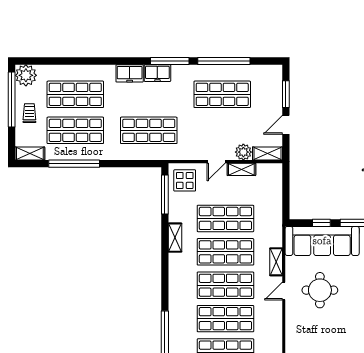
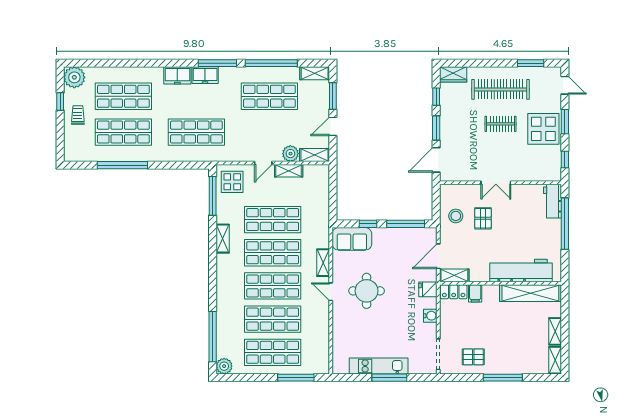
window: (12, 100) -> (60, 101), width x0.32
shelving: (30, 154) -> (315, 73), moved
sofa: (322, 241) -> (352, 239), width x0.54, depth x0.79
door: (284, 291) -> (331, 292), hinge flipped

